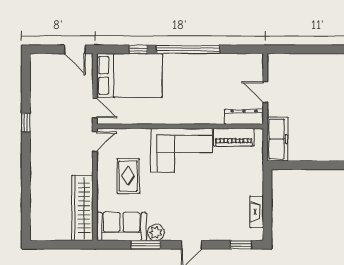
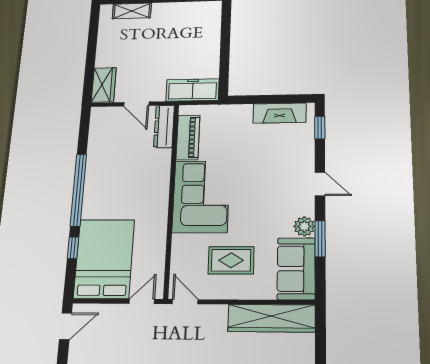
wardrobe: (284, 63) -> (104, 85), added
door: (265, 92) -> (136, 104), hinge flipped
fireplace: (257, 212) -> (280, 113), width x1.37, depth x1.32

